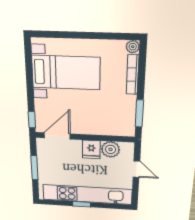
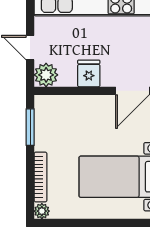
plant: (111, 149) -> (46, 75), moved

